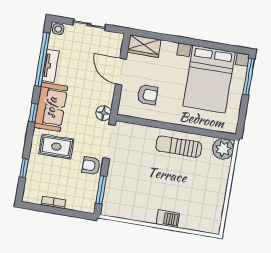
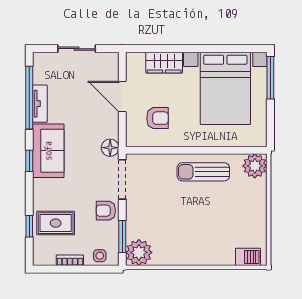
side table: (58, 29) -> (100, 256), moved
wardrobe: (144, 46) -> (164, 63), moved
rug: (56, 146) -> (56, 223), moved
plant: (113, 206) -> (139, 252), added
barbecue: (168, 219) -> (248, 257), moved

